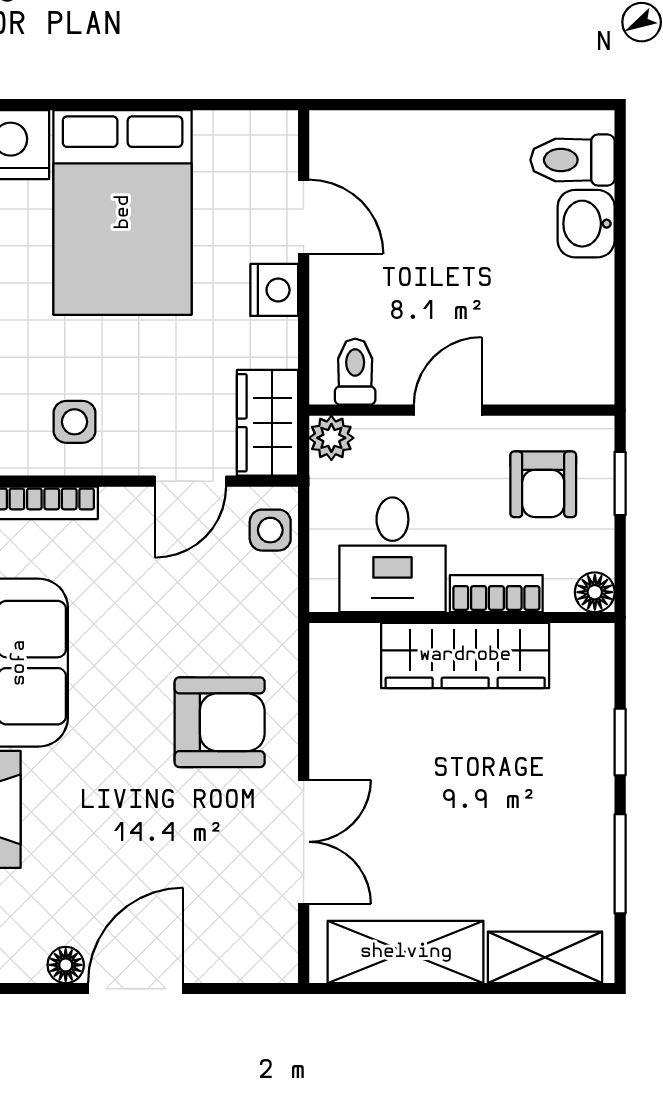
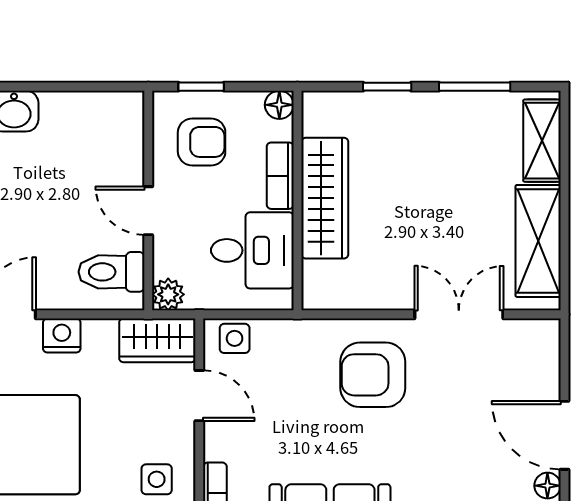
toilet: (355, 372) -> (111, 272), width x1.37, depth x1.39
armchair: (220, 722) -> (373, 375), turned -90

